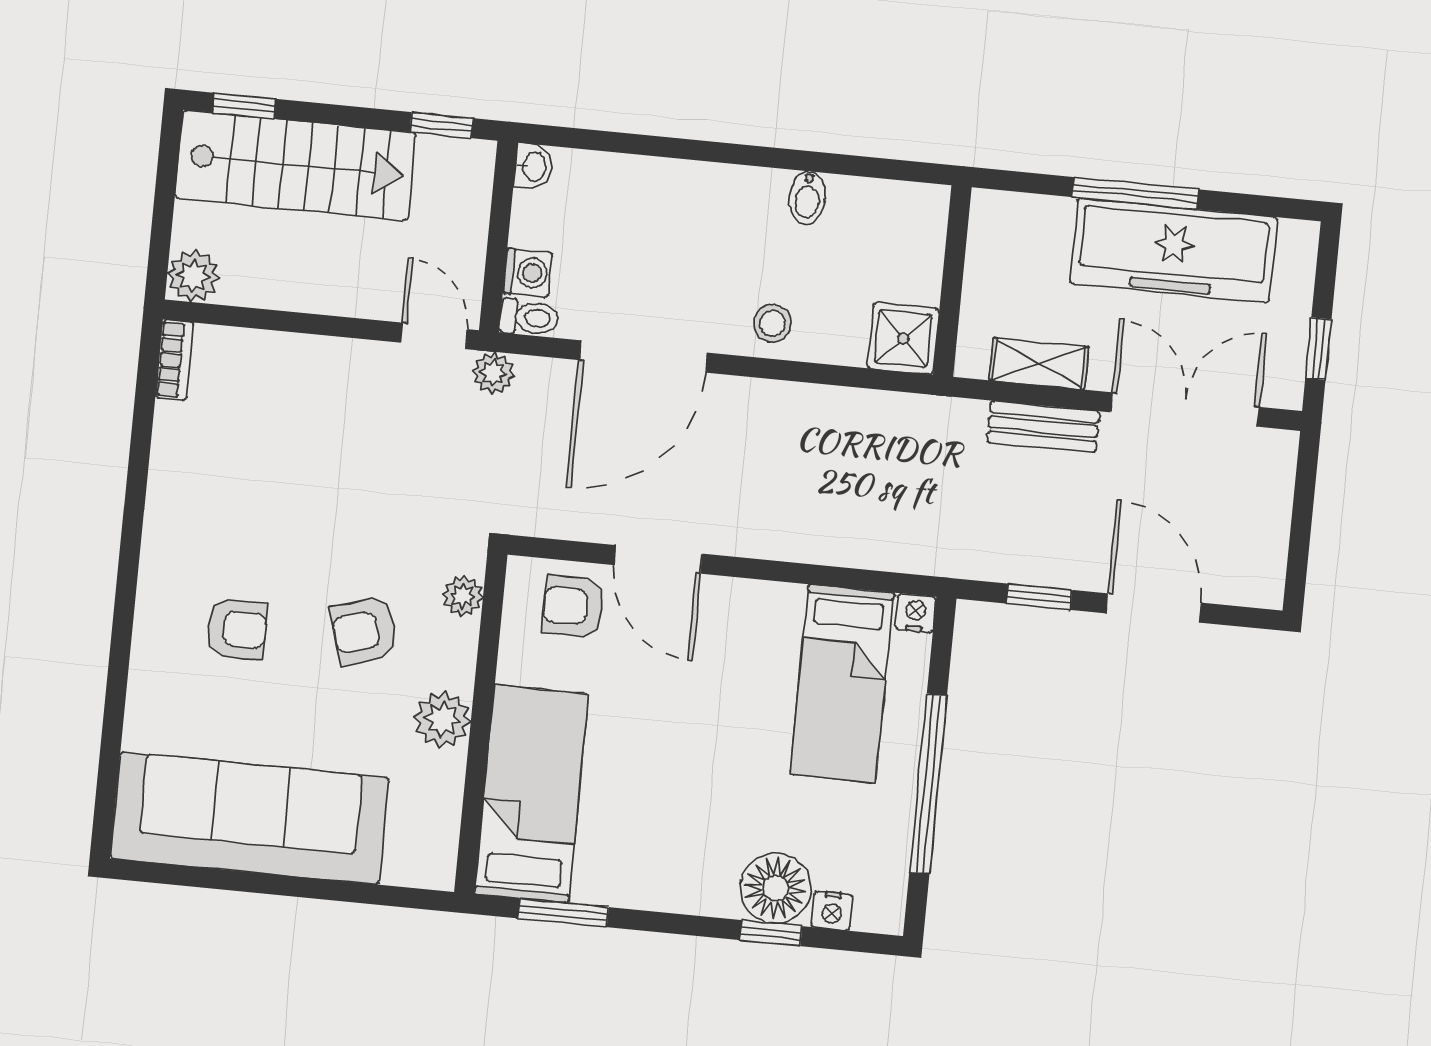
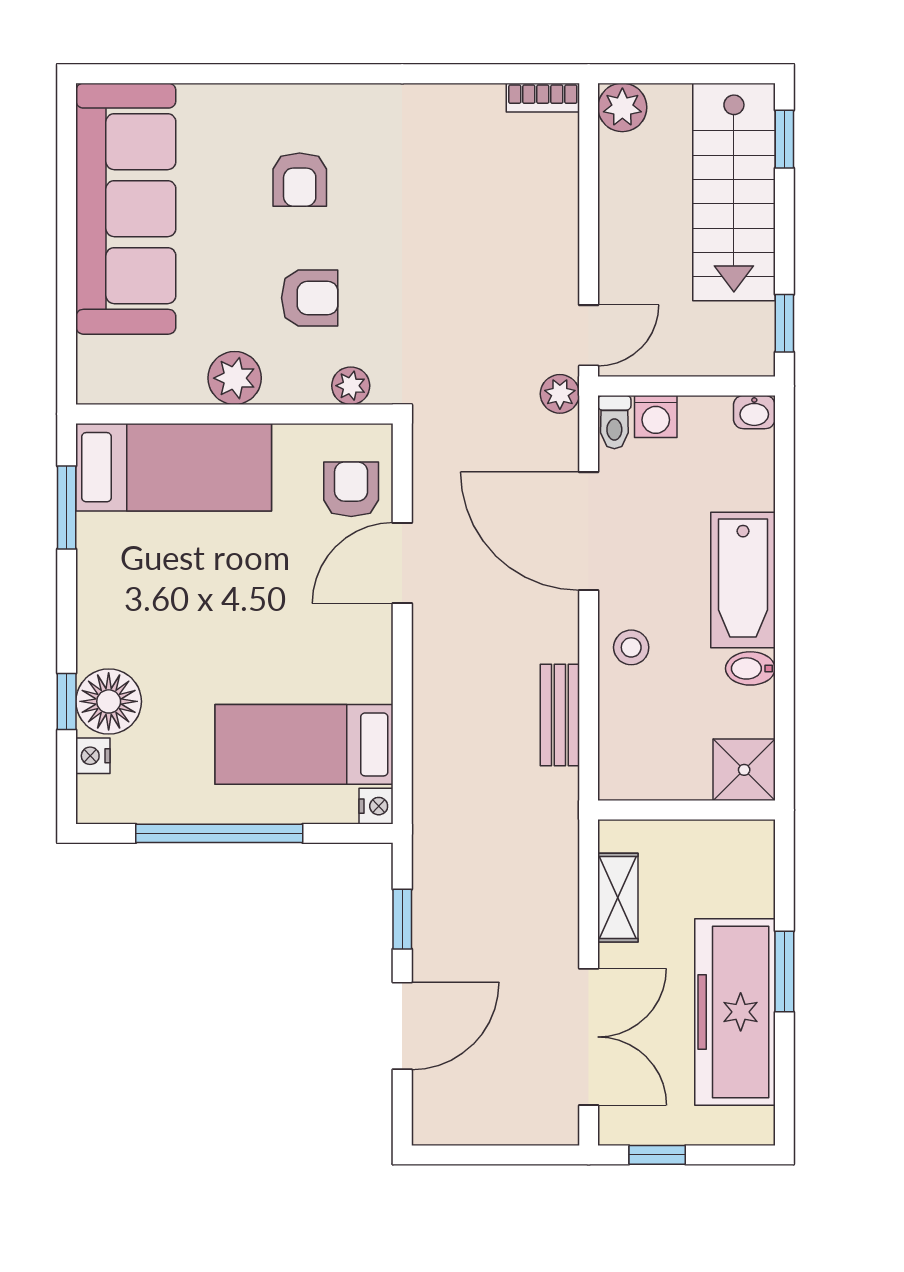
window: (1135, 193) -> (784, 972), width x0.69
bathtub: (712, 196) -> (743, 580), added
shower: (903, 338) -> (744, 770), moved
bench: (1043, 427) -> (560, 715), moved
armchair: (365, 631) -> (310, 298), turned 107

